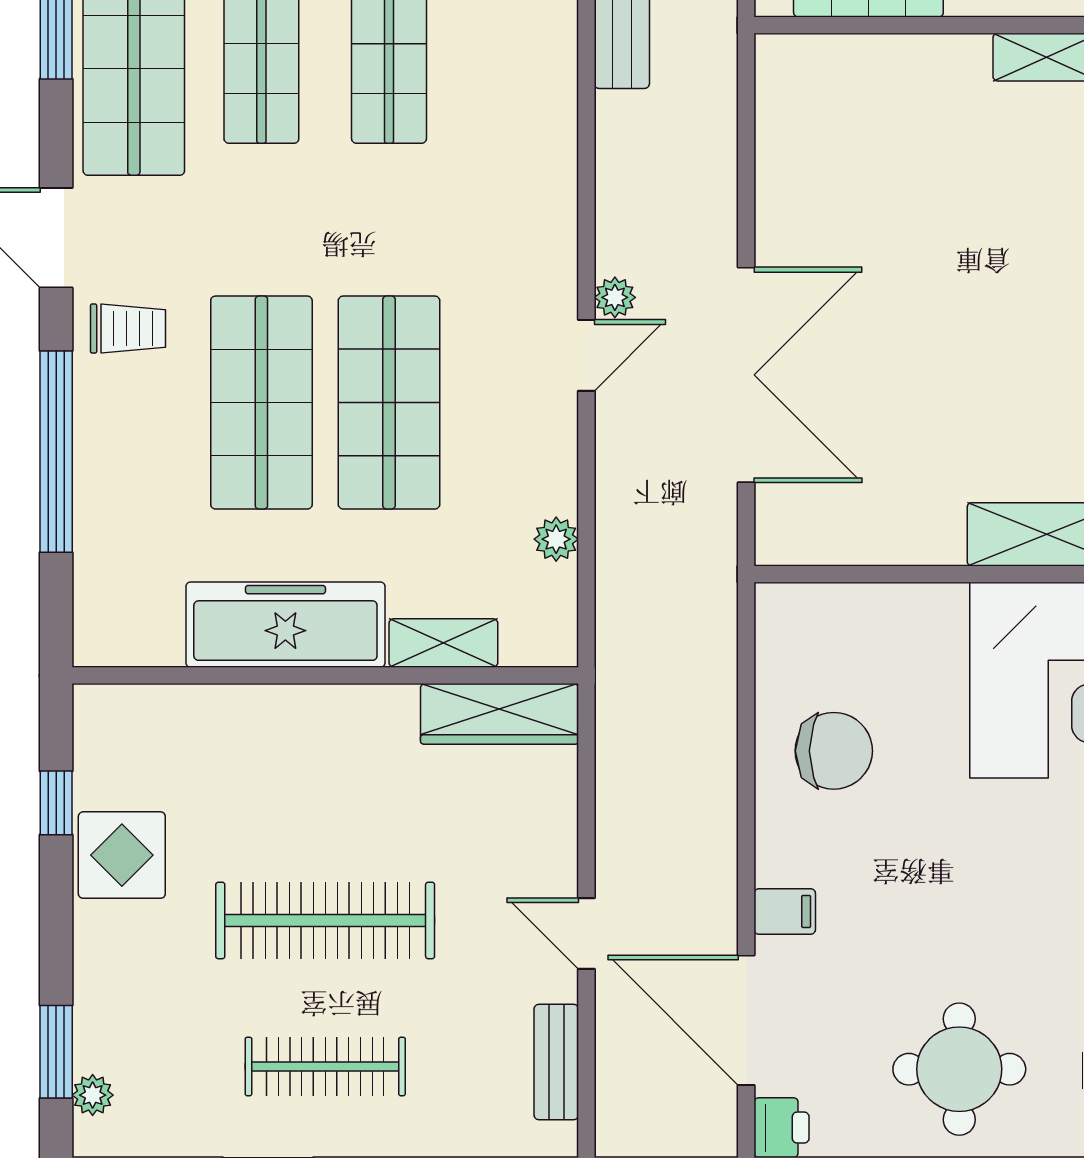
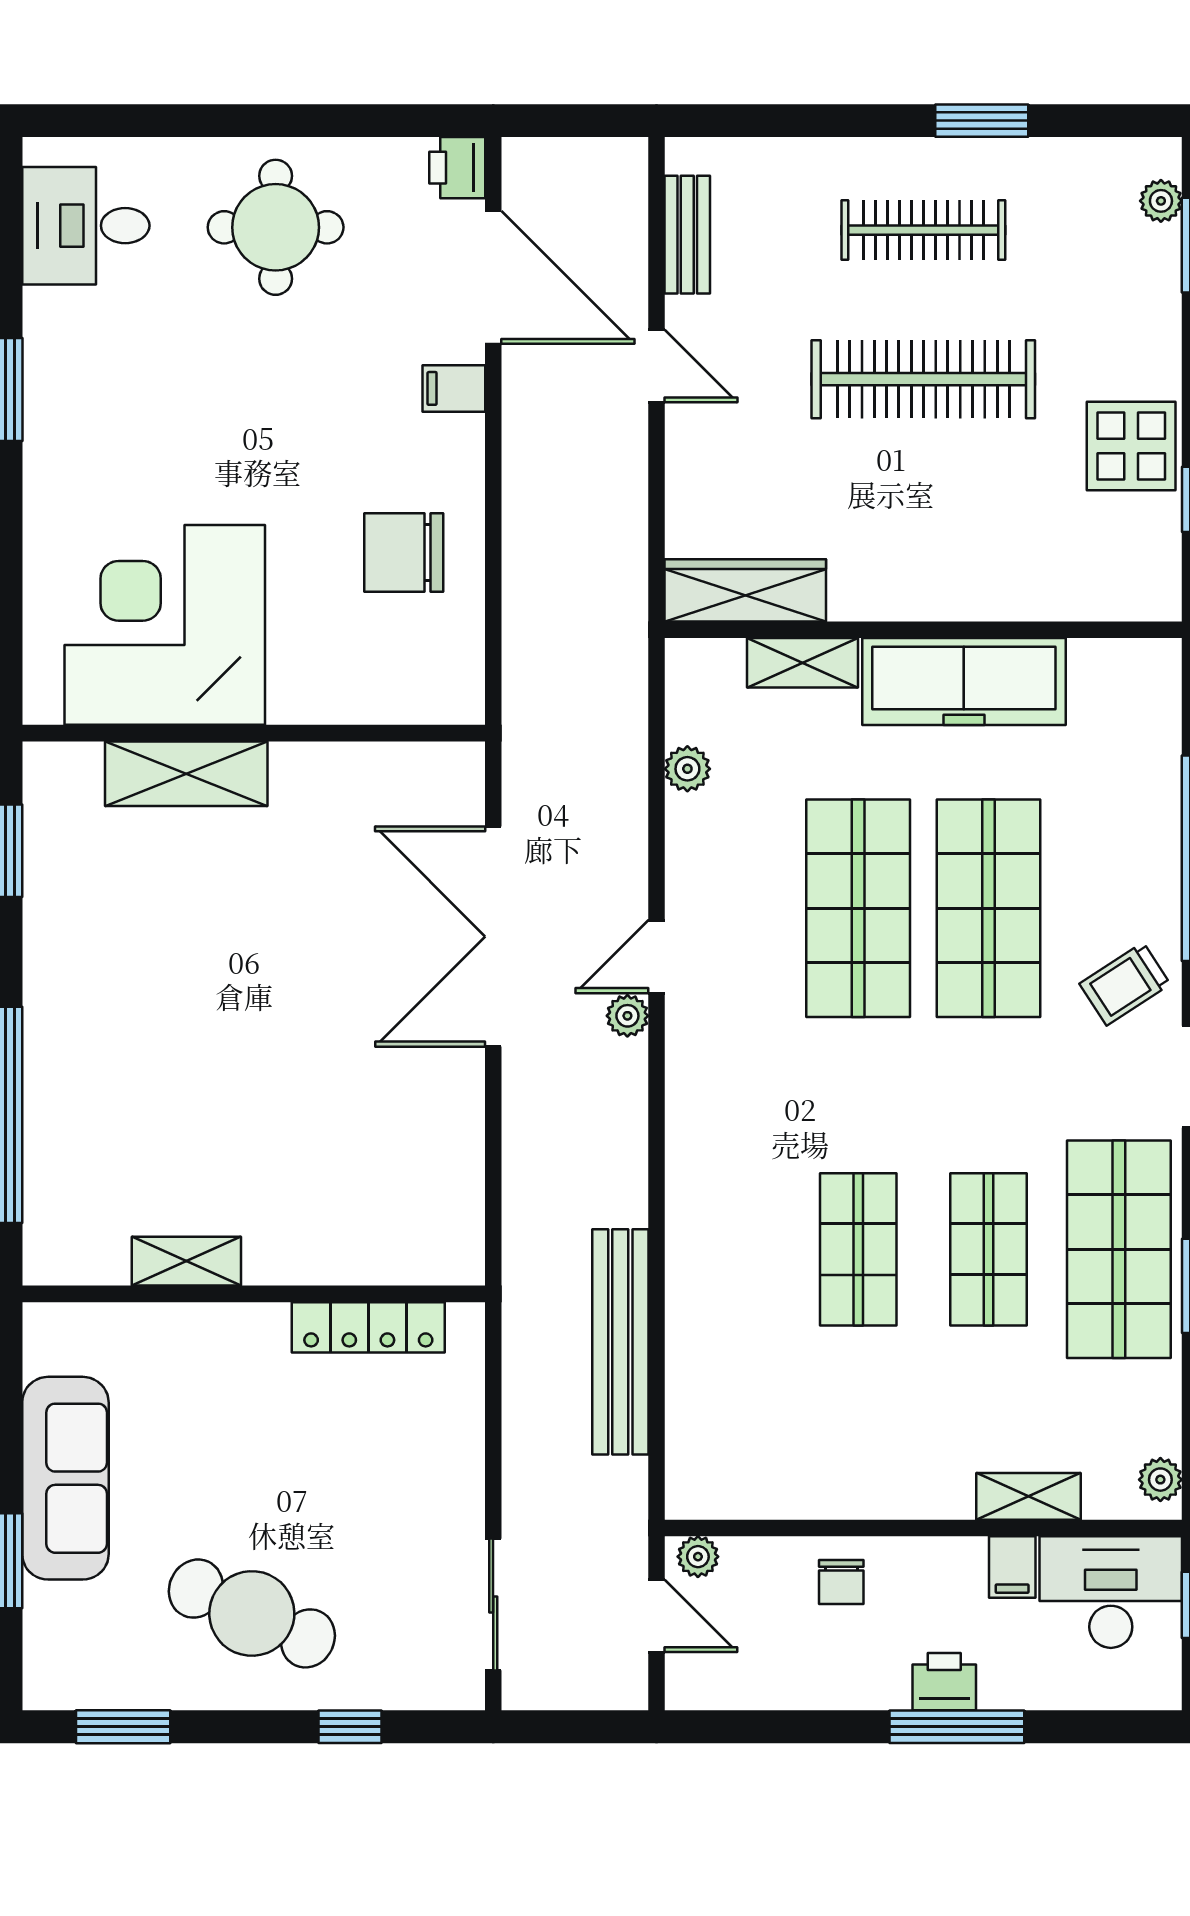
trolley: (128, 329) -> (1125, 984), turned -33

